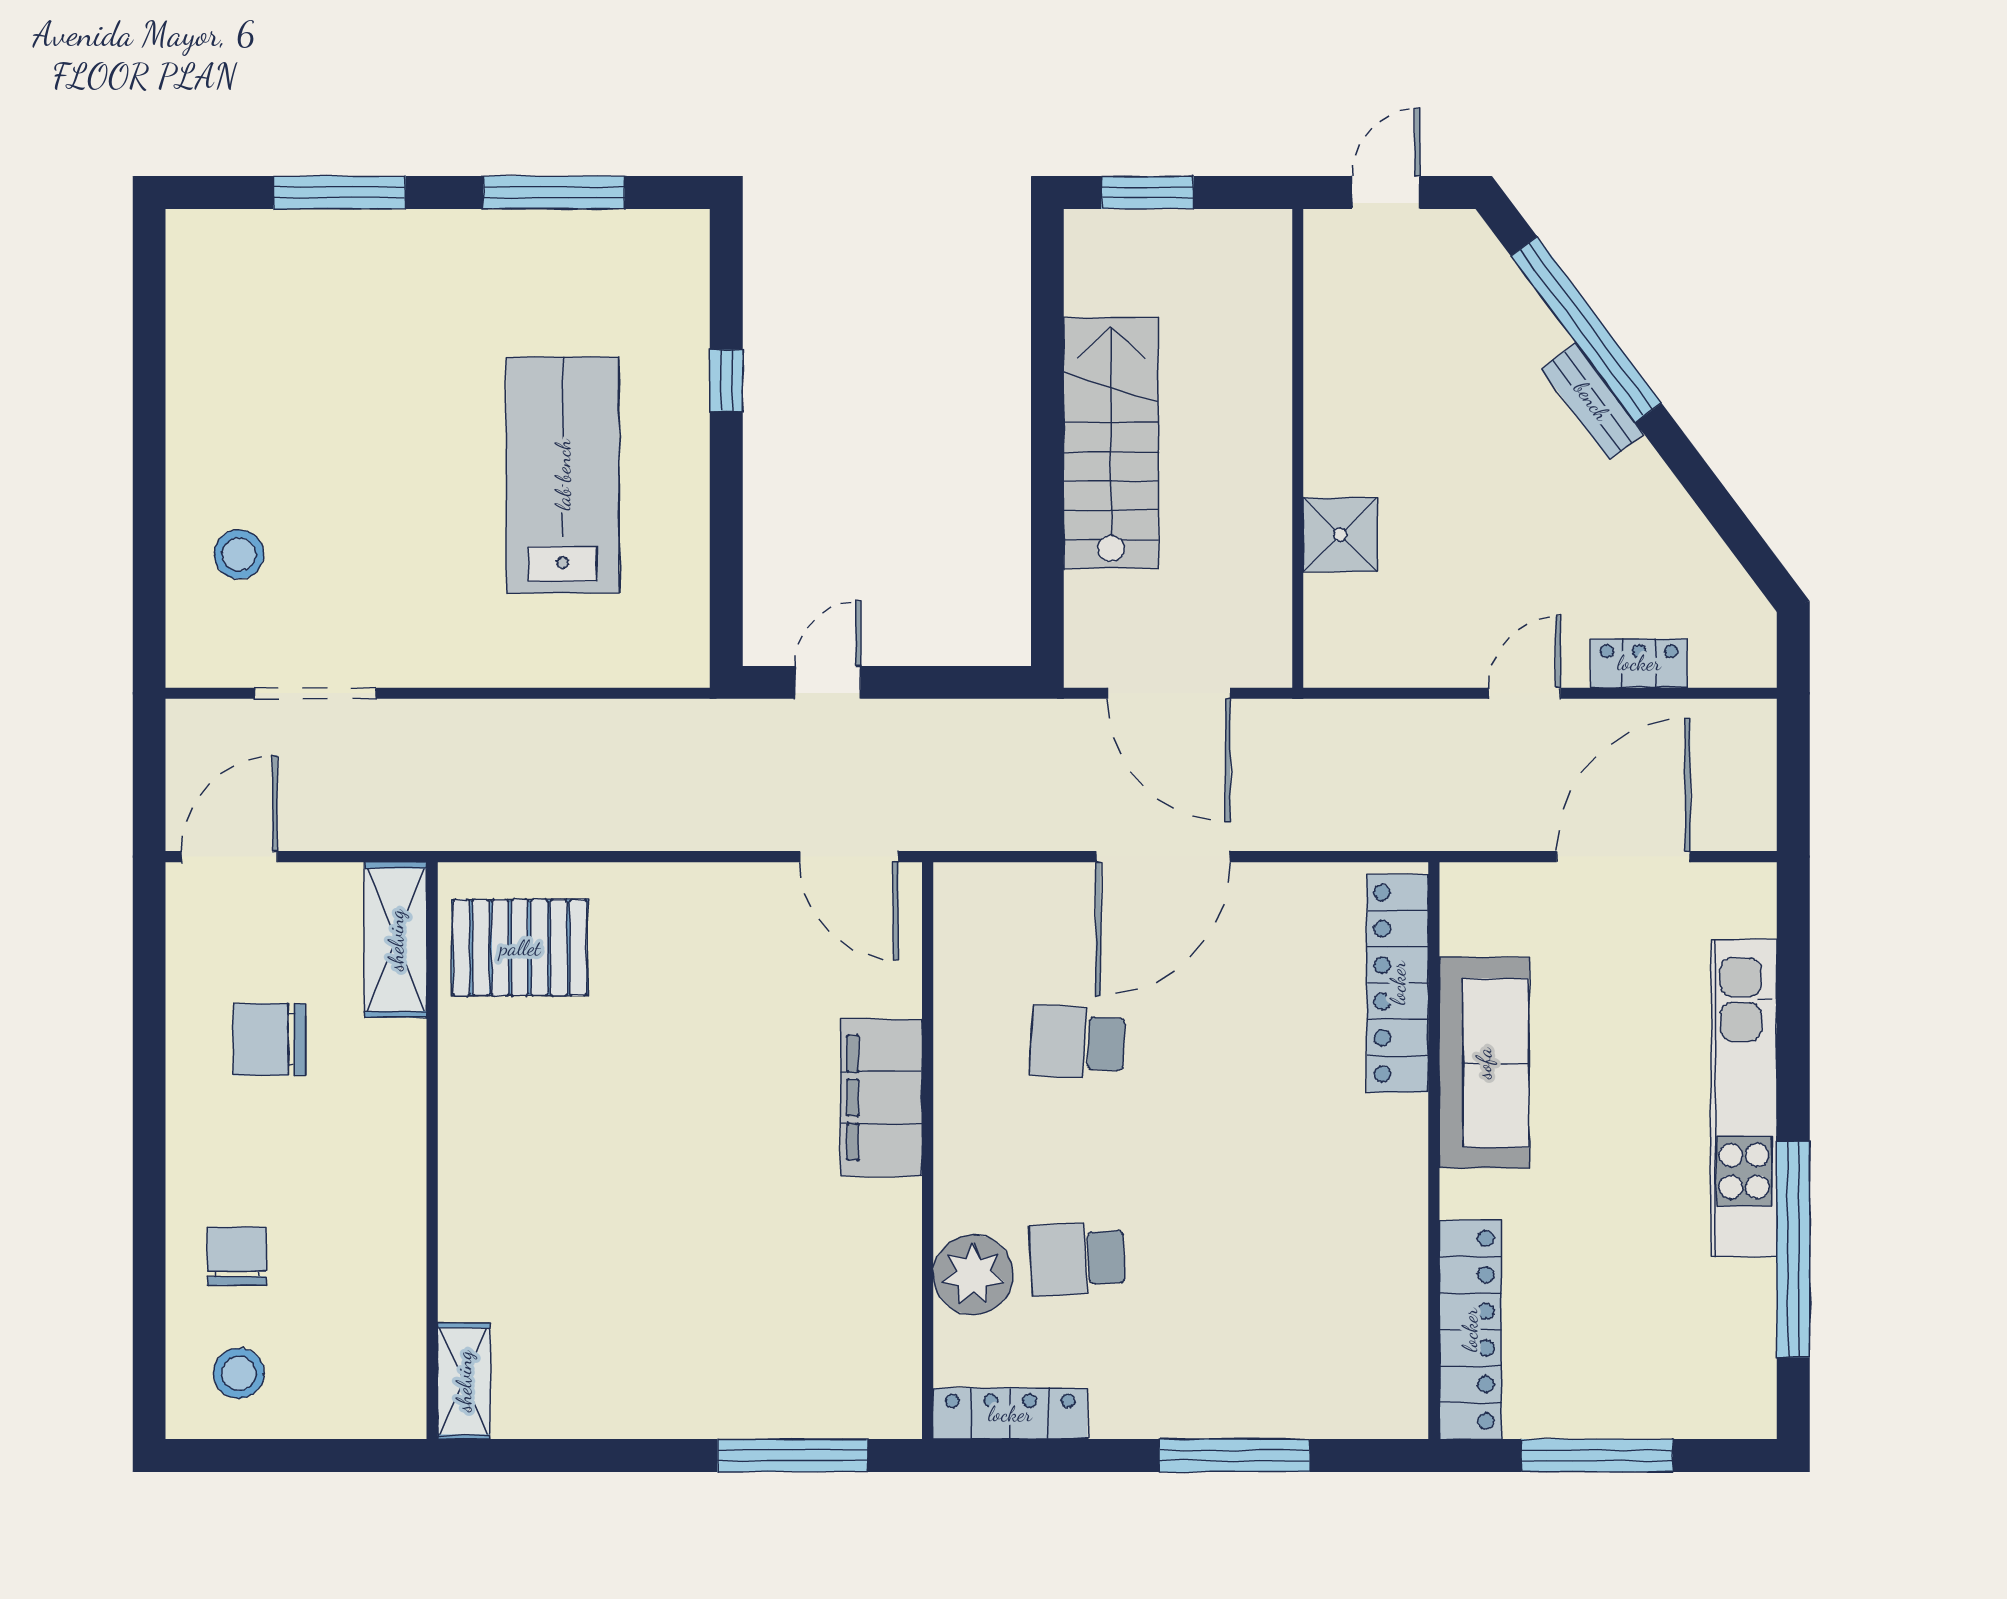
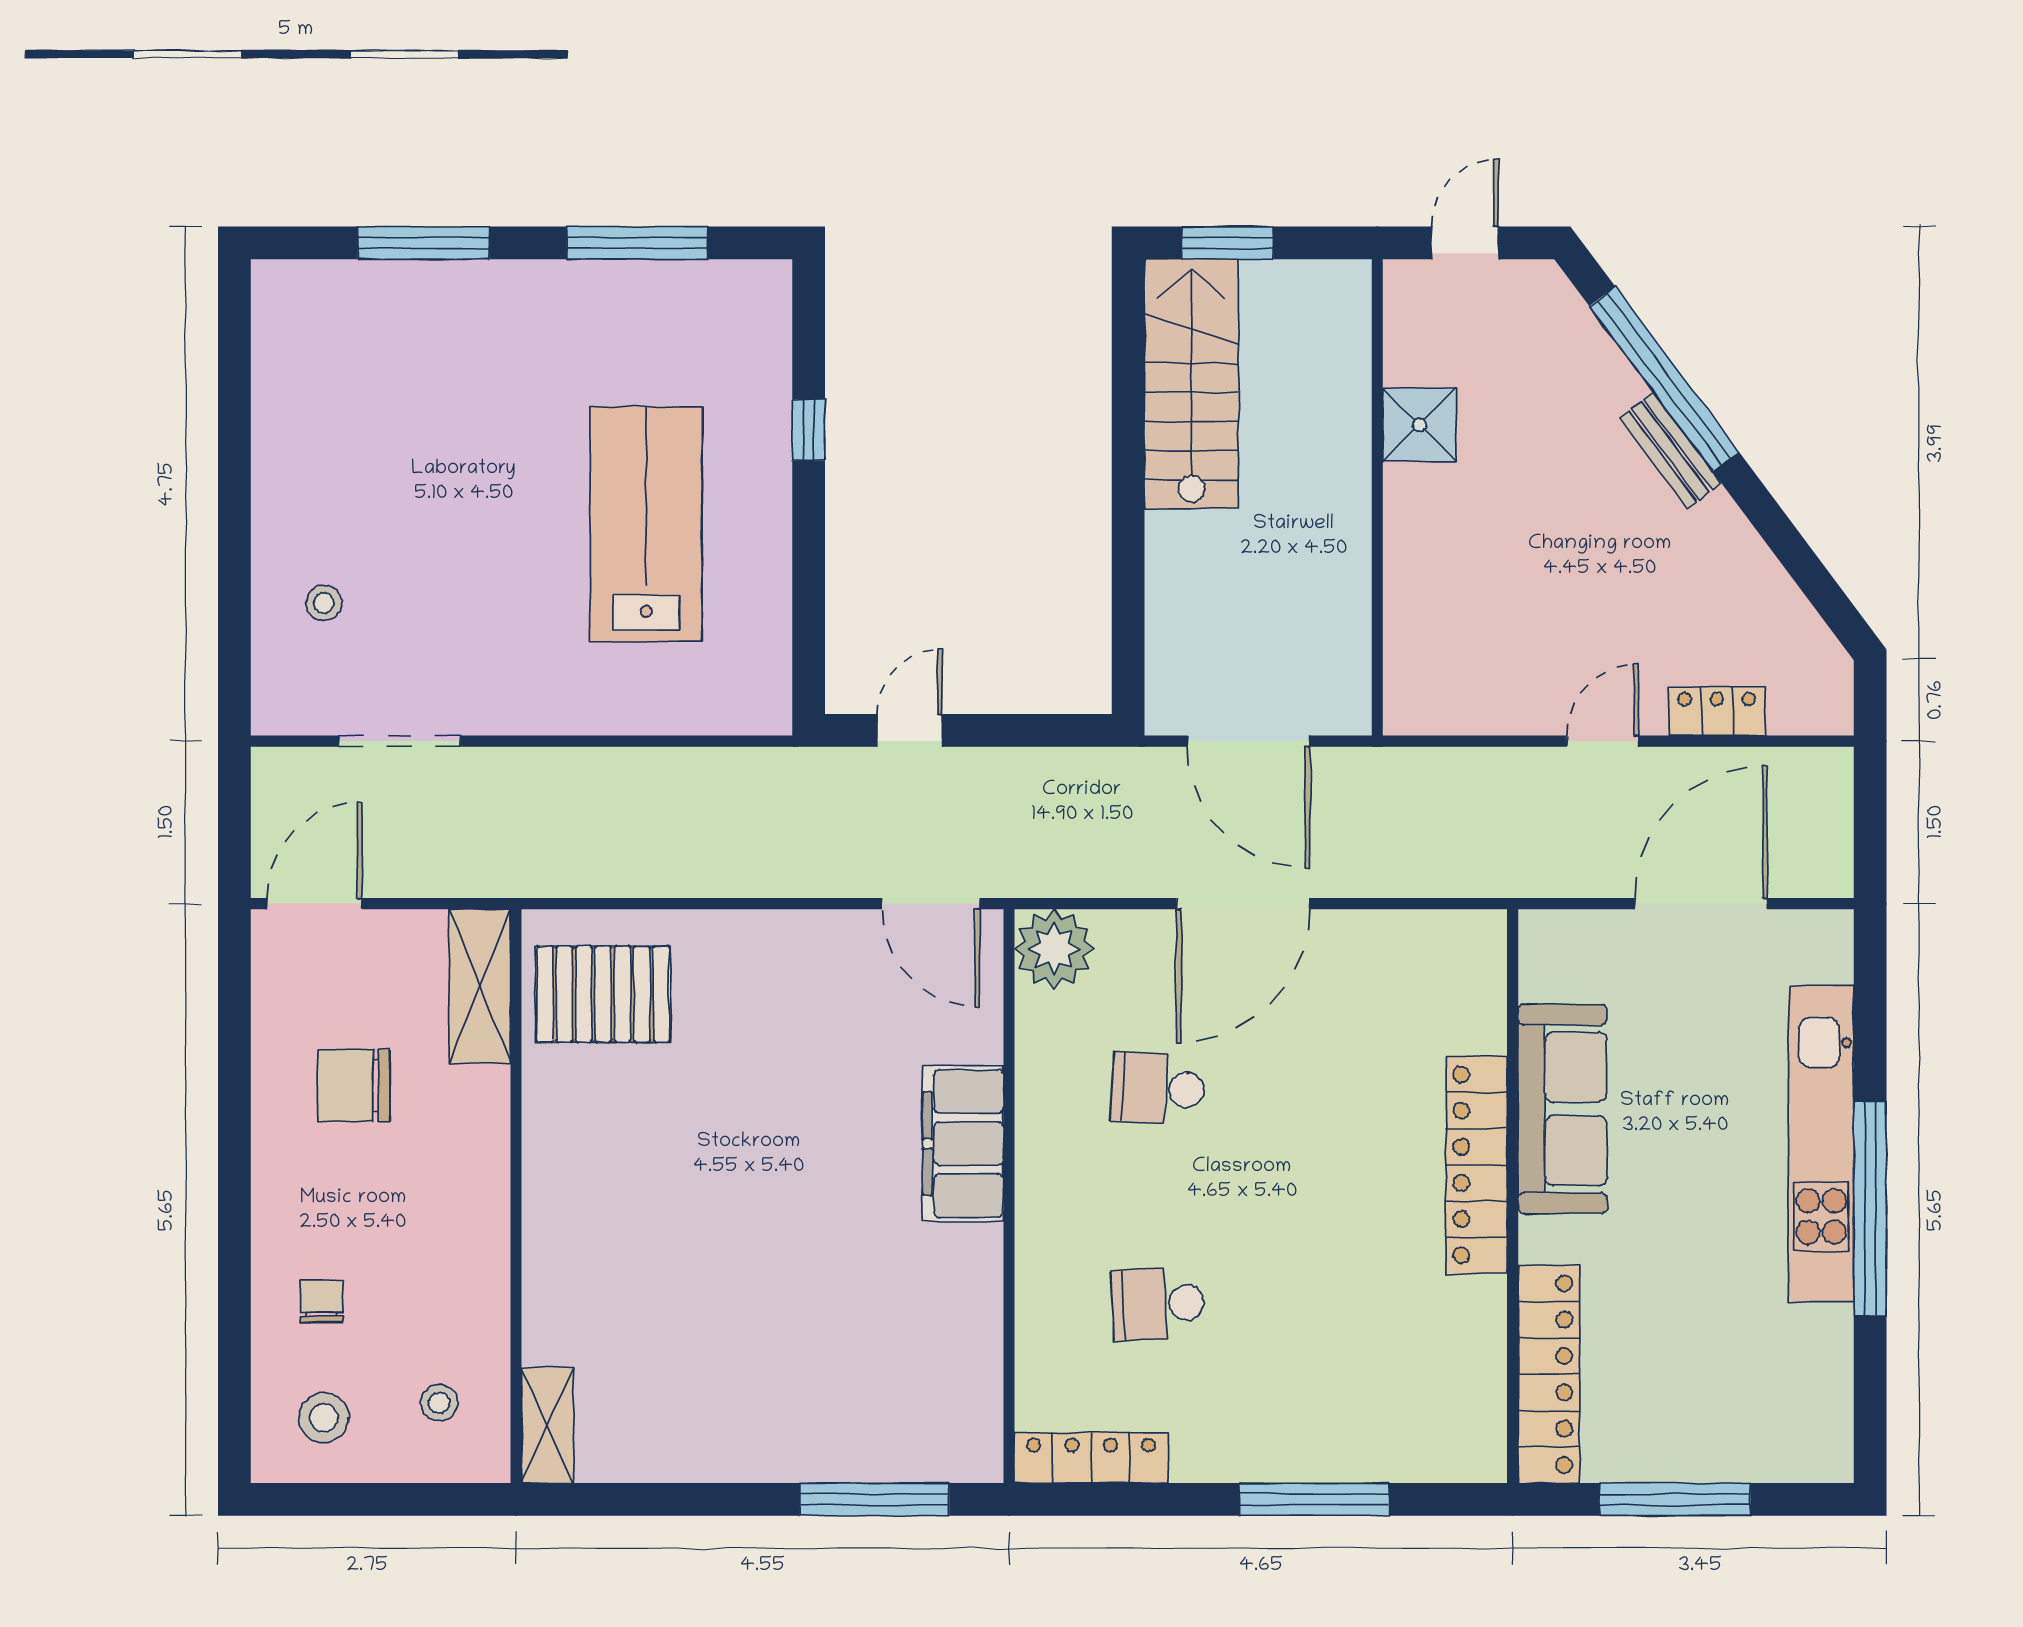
stairs: (1111, 443) -> (1191, 384), moved
shower: (1340, 535) -> (1419, 425), moved
stool: (239, 554) -> (324, 603), width x0.73, depth x0.73
locker: (1398, 983) -> (1477, 1165), moved
window: (1793, 1249) -> (1870, 1209), moved
chair: (237, 1256) -> (322, 1301), width x0.73, depth x0.73
plant: (973, 1275) -> (1054, 949), moved
stool: (355, 1358) -> (439, 1403), added

